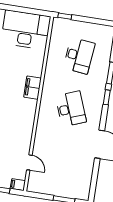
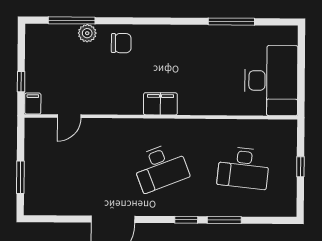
window: (65, 16) -> (300, 167), moved
filing cabinet: (33, 88) -> (160, 104), moved

